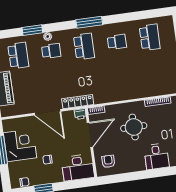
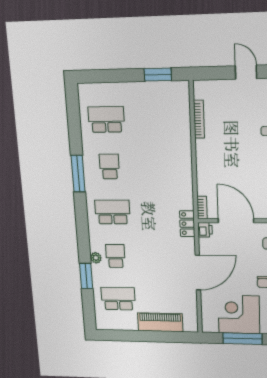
window: (89, 22) -> (78, 174), moved
locker: (78, 102) -> (187, 224), width x0.66
round table: (134, 127) -> (232, 158), removed

